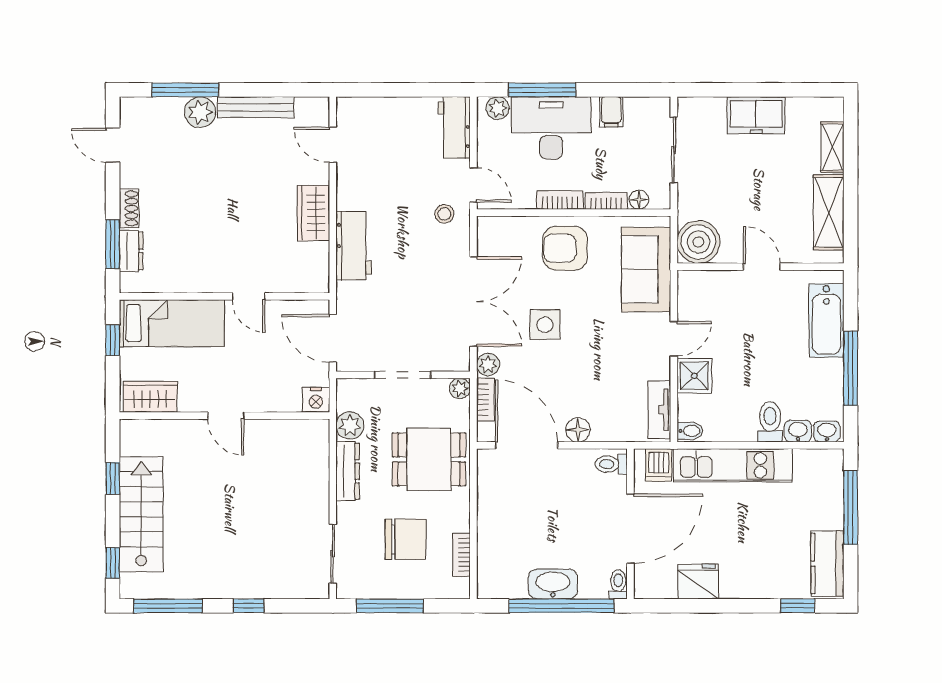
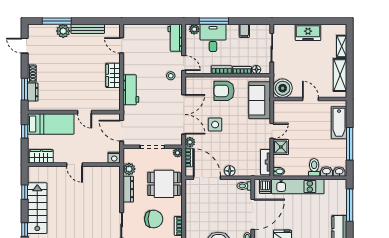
desk: (551, 128) -> (213, 38), width x0.73

